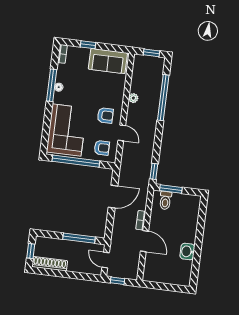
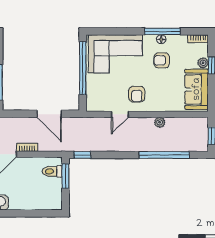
plant: (85, 52) -> (203, 63), added
armchair: (102, 148) -> (162, 60), moved, turned 90

